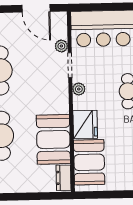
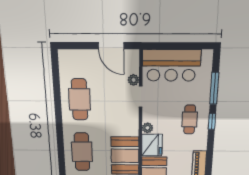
plant: (79, 89) -> (147, 128), moved

